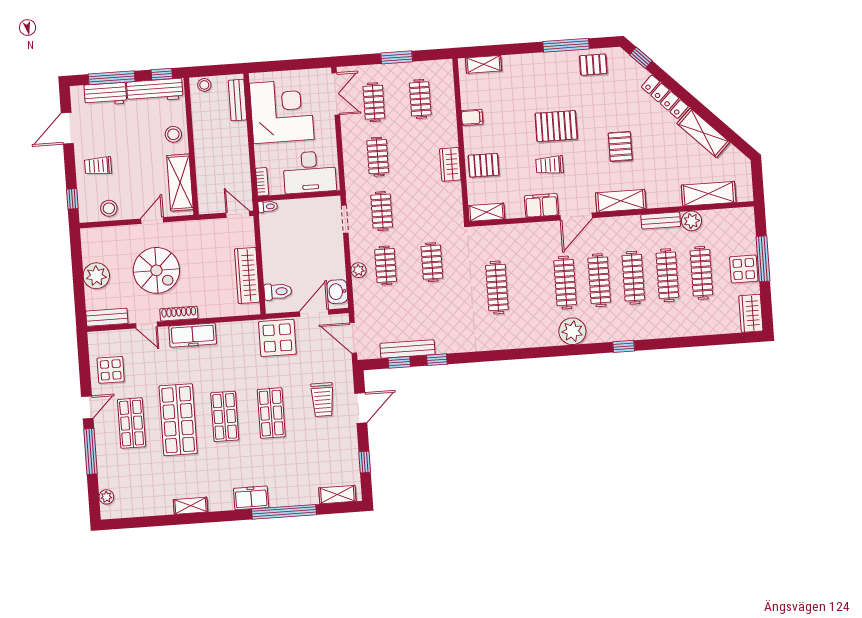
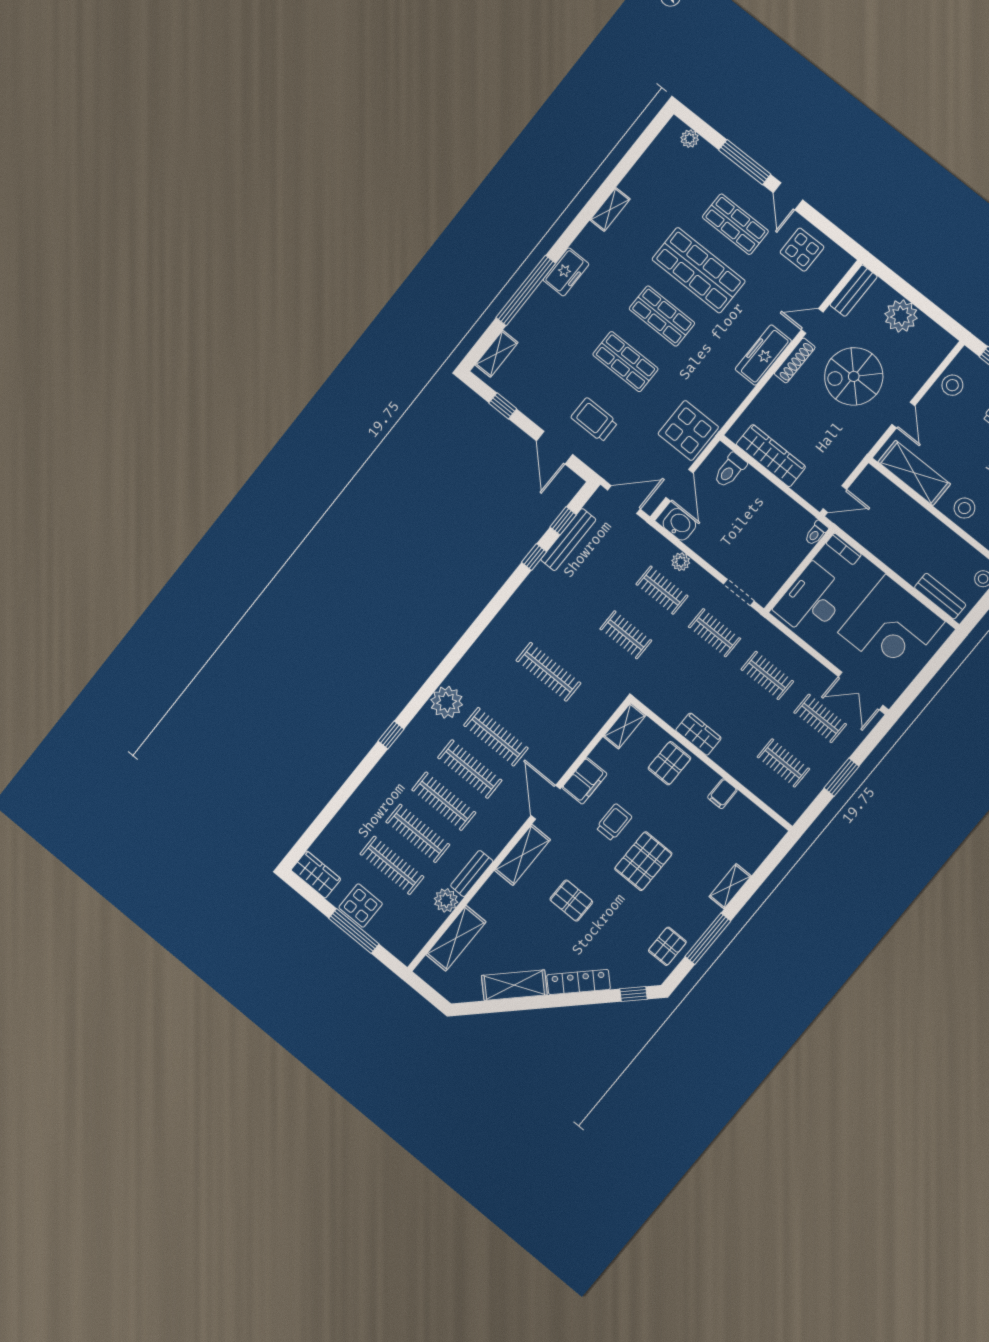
shelving: (484, 64) -> (730, 886), moved

